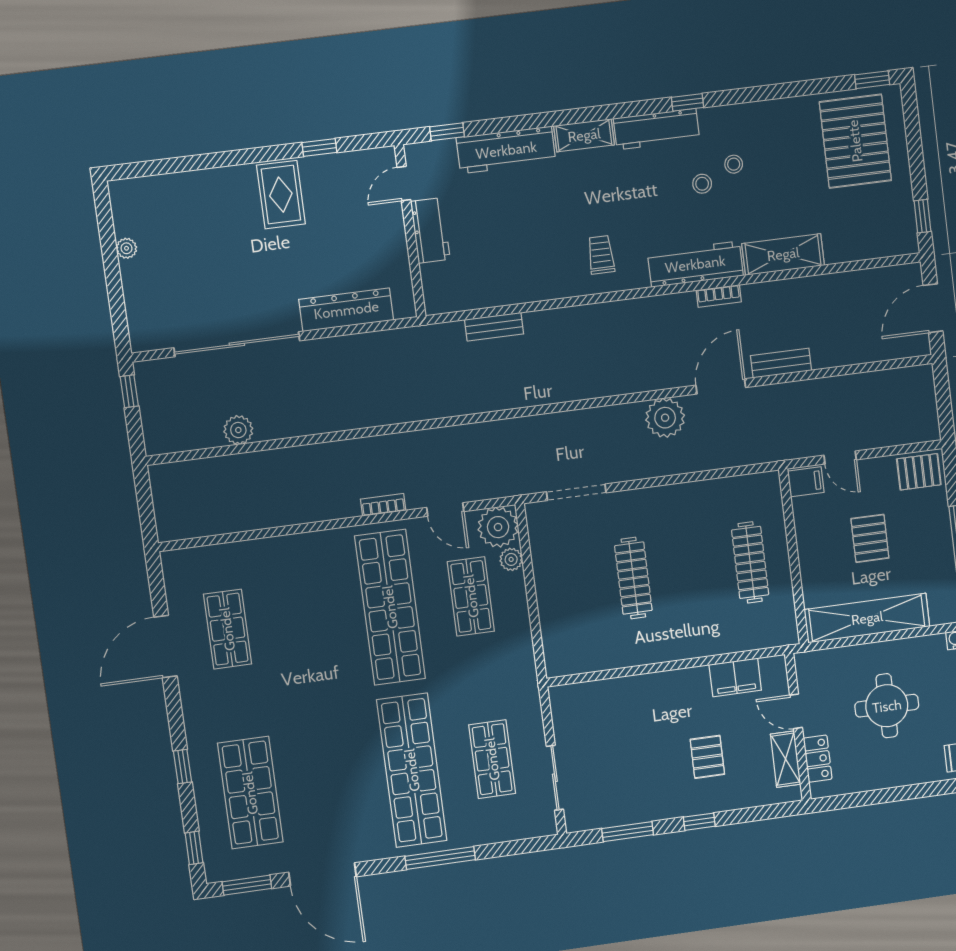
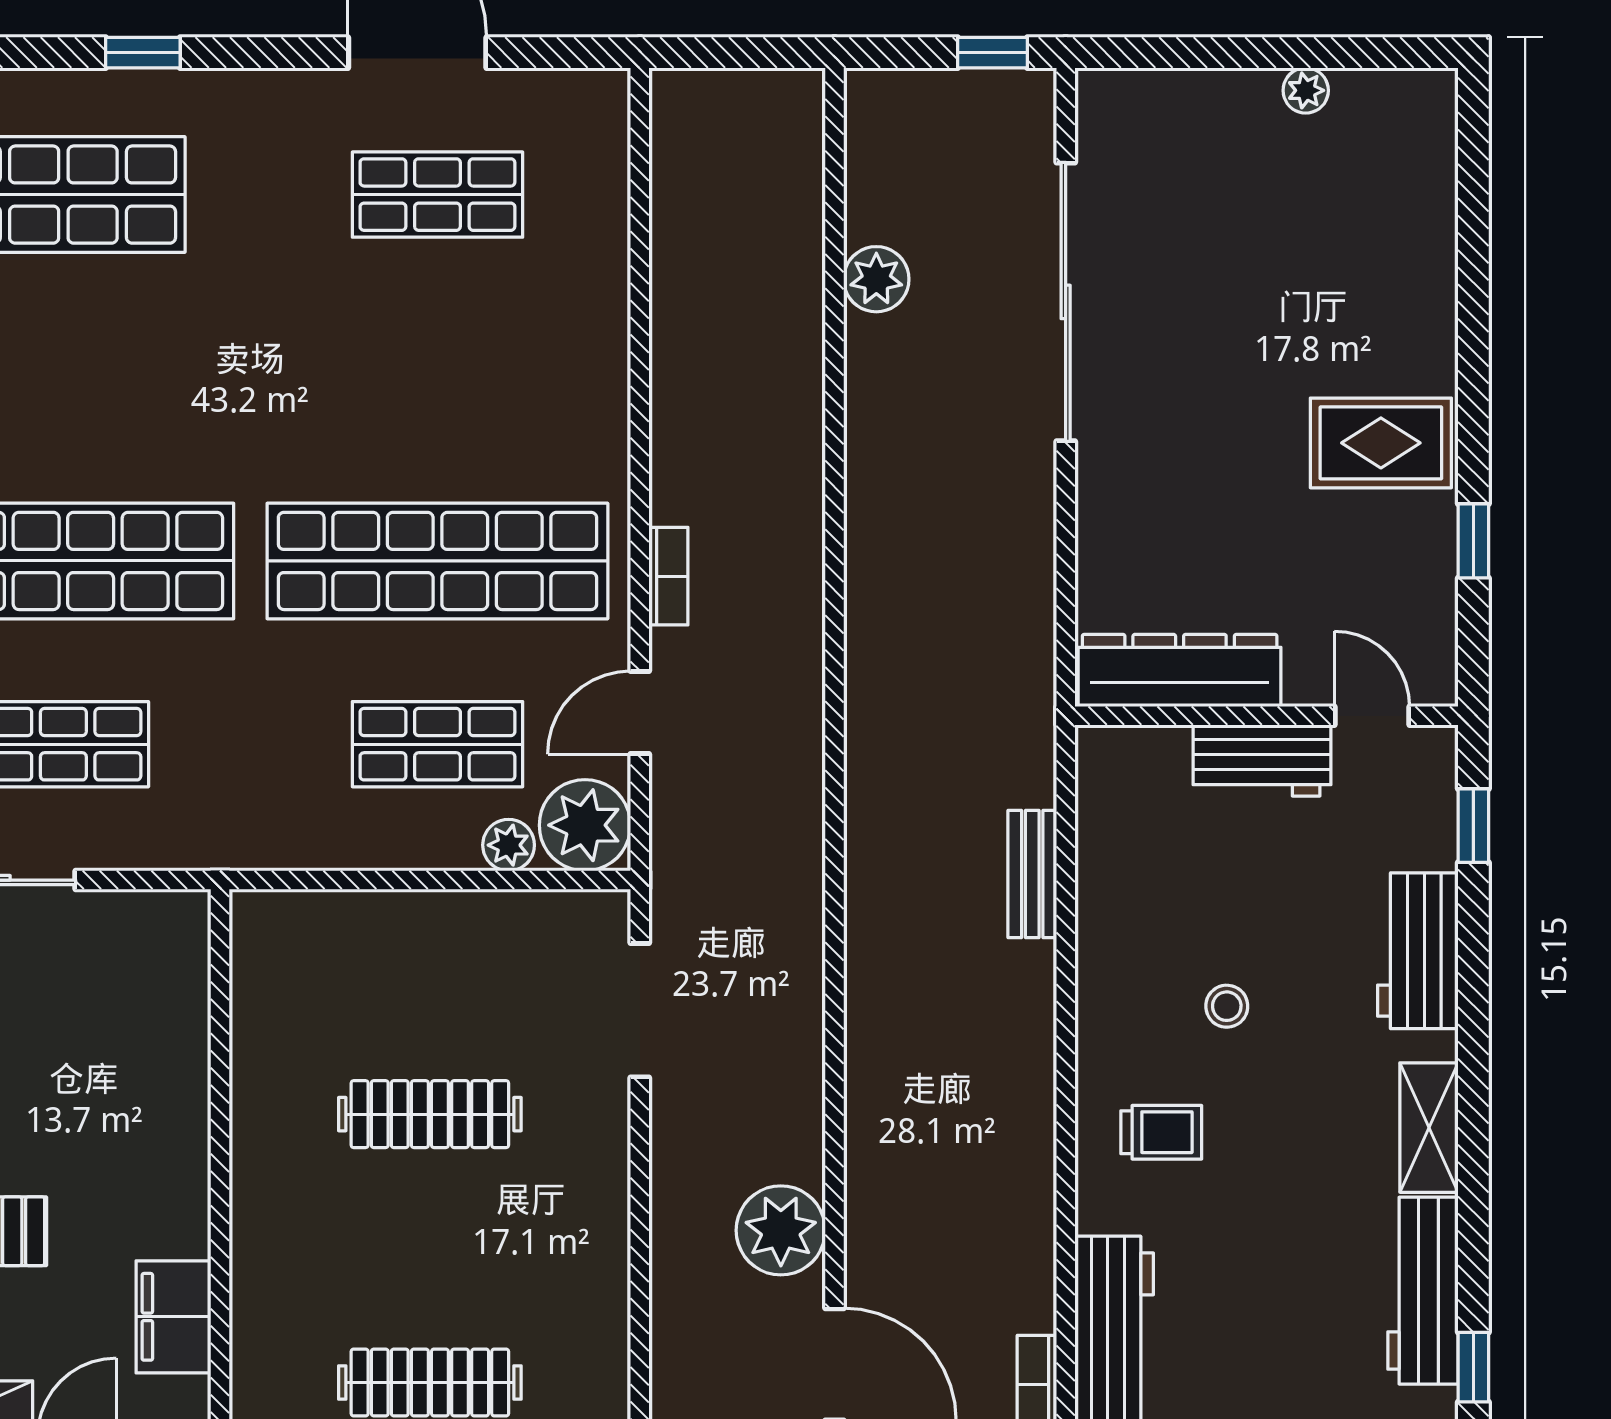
workbench: (506, 150) -> (1418, 951), width x0.73
stool: (702, 184) -> (1227, 1006), moved
dresser: (346, 310) -> (1180, 670), moved, turned -90

